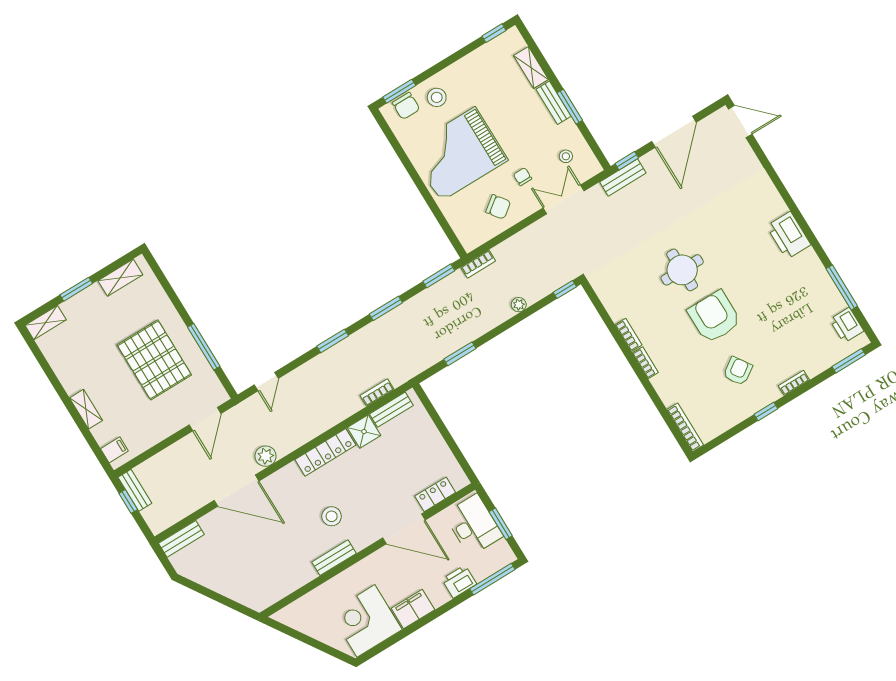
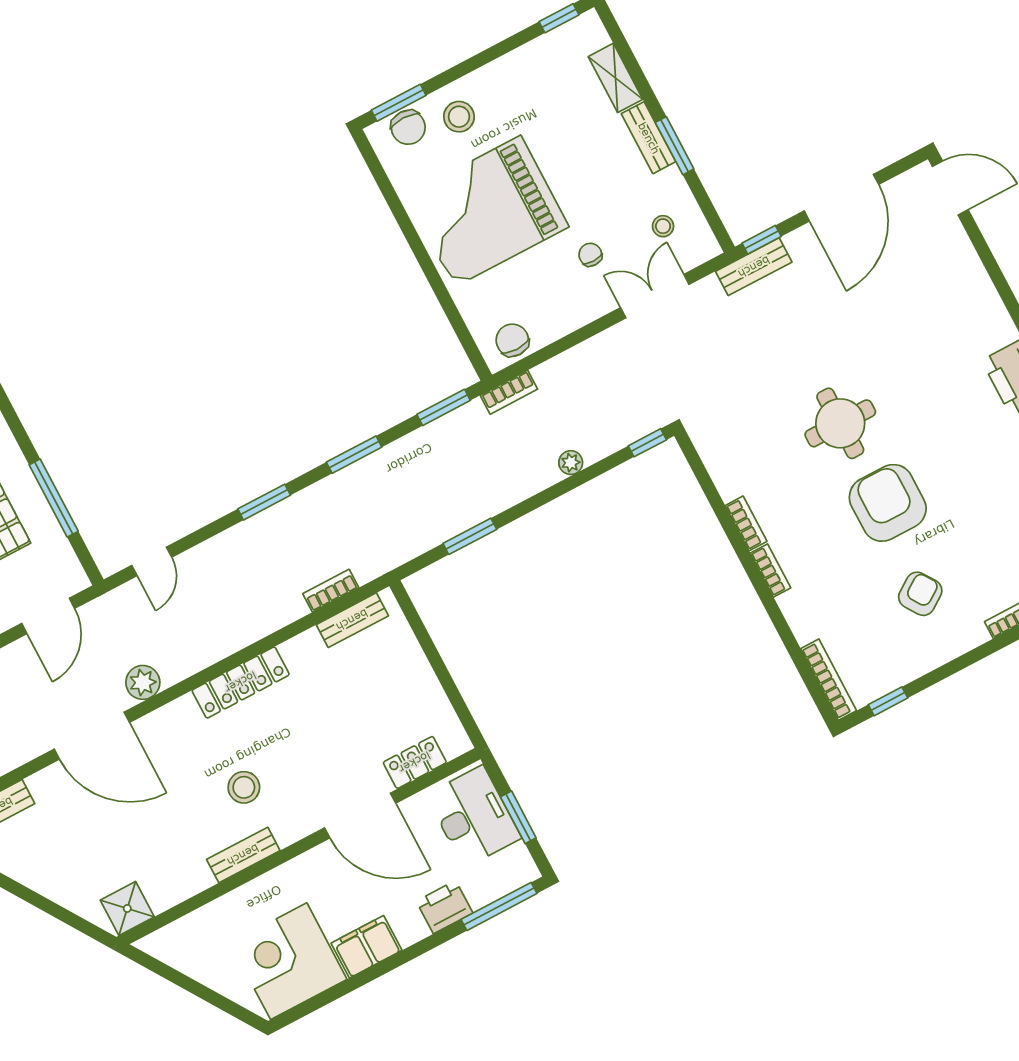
chair: (498, 207) -> (512, 340), moved, turned -143
window: (766, 412) -> (888, 701), moved
shower: (364, 432) -> (127, 908), moved

